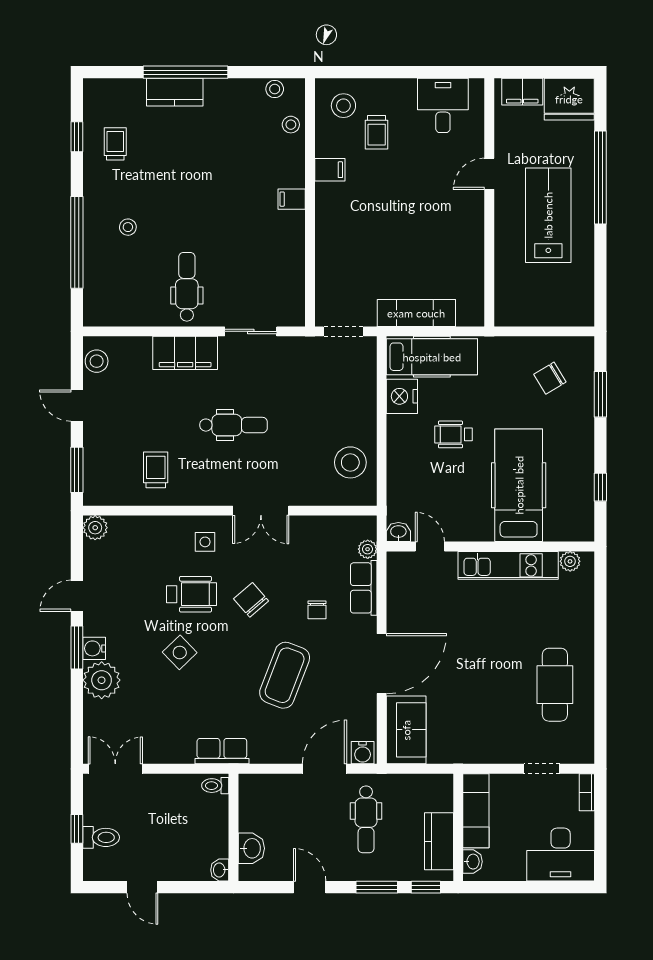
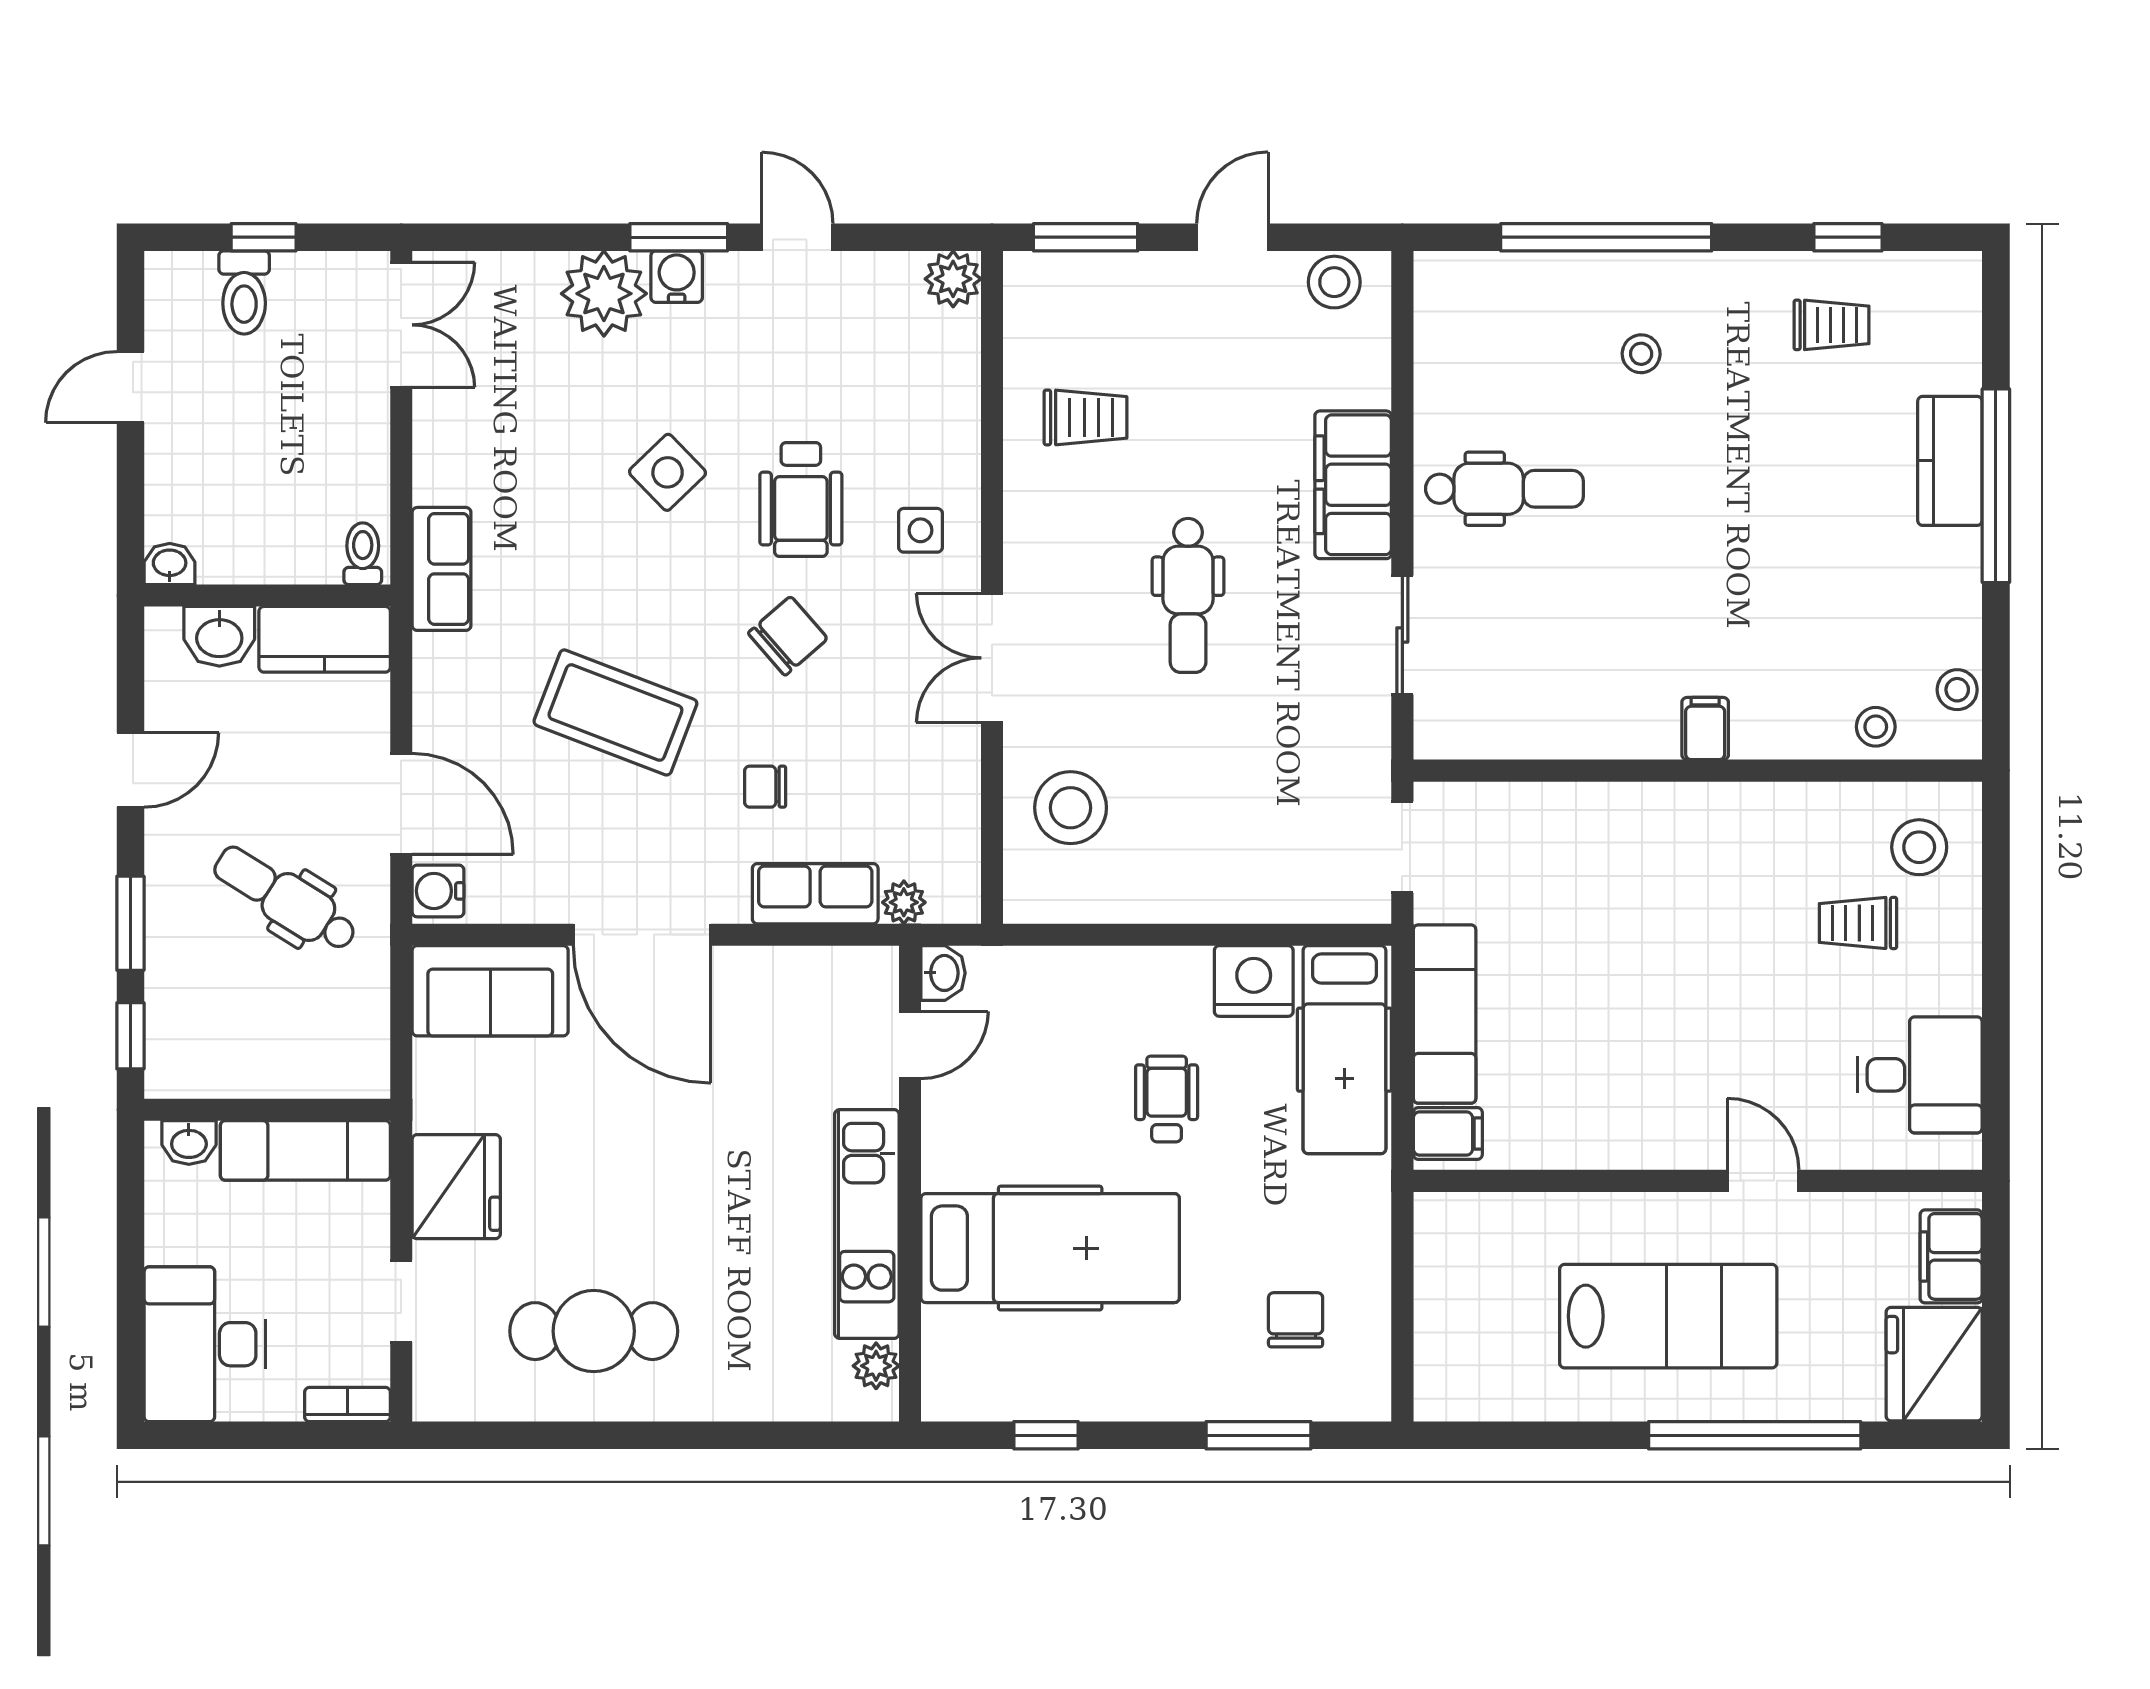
filing cabinet: (330, 170) -> (1448, 1134), moved, turned -90
chair: (550, 378) -> (1296, 1320), turned 31
stool: (350, 462) -> (1071, 808), moved
fridge: (492, 745) -> (456, 1187), added
dental chair: (366, 819) -> (285, 899), turned 32
kitchen counter: (439, 841) -> (325, 639), moved, turned 180

